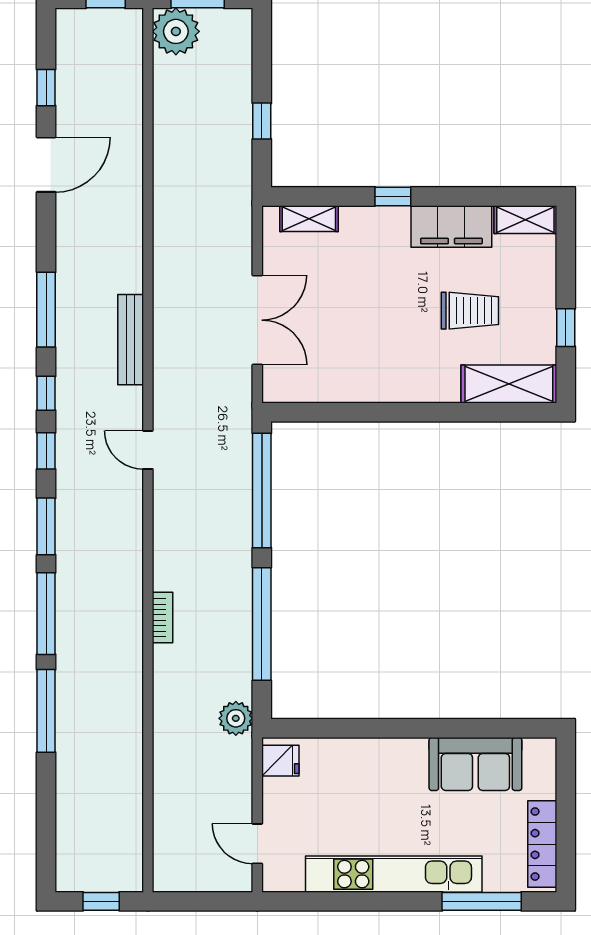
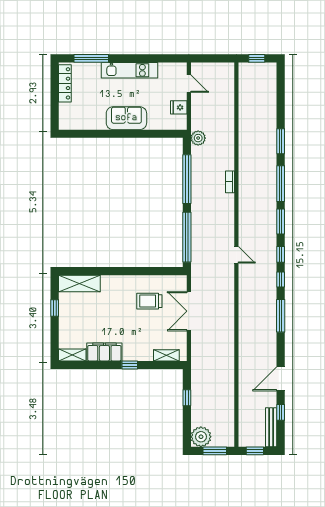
plant: (176, 31) -> (201, 437), moved
trolley: (470, 311) -> (149, 301), moved
bench: (131, 340) -> (271, 427), moved
window: (46, 711) -> (281, 141), width x0.69
fridge: (280, 761) -> (179, 107), moved
sofa: (475, 764) -> (126, 118), moved
kitchen unit: (394, 874) -> (129, 70), width x0.73

